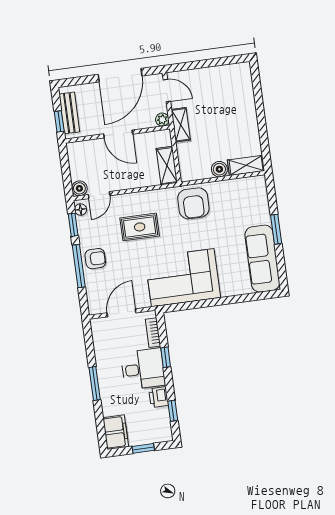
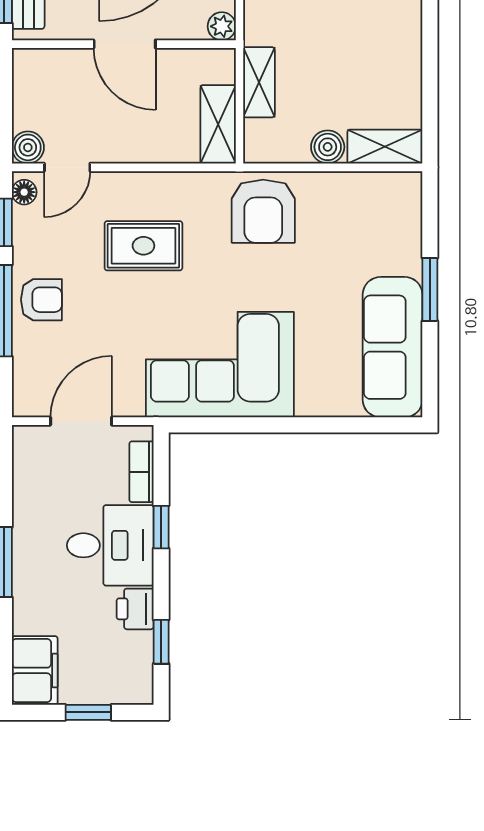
shelving: (181, 125) -> (259, 82), moved

